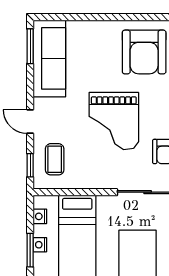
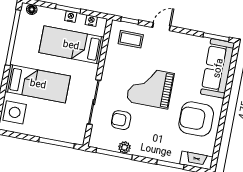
sofa: (49, 58) -> (218, 68), moved, turned 90

